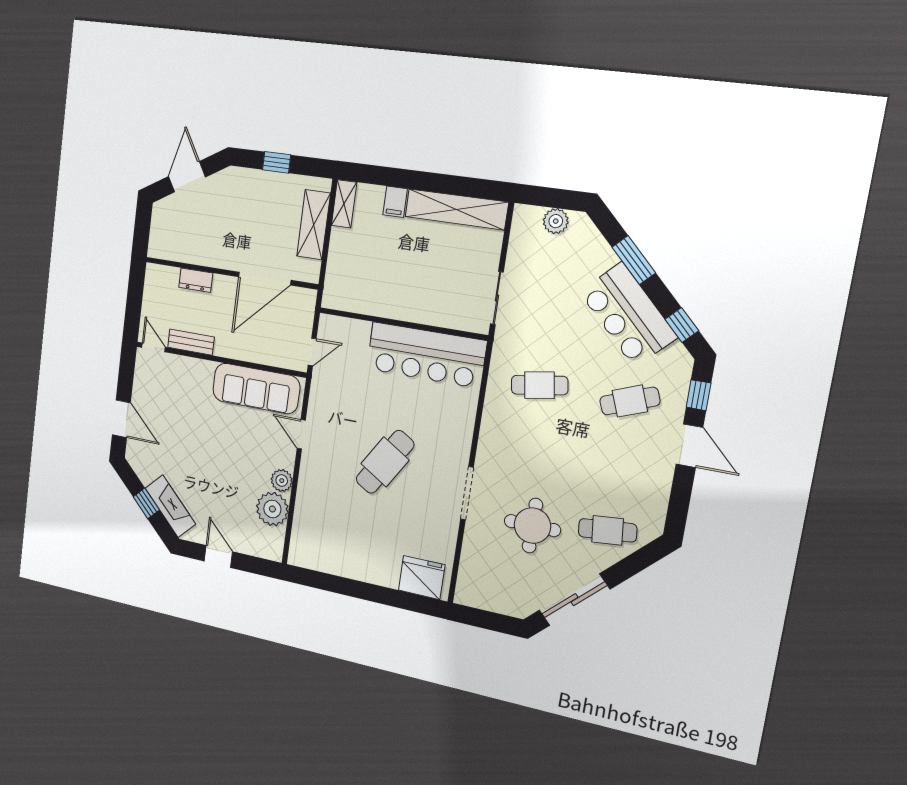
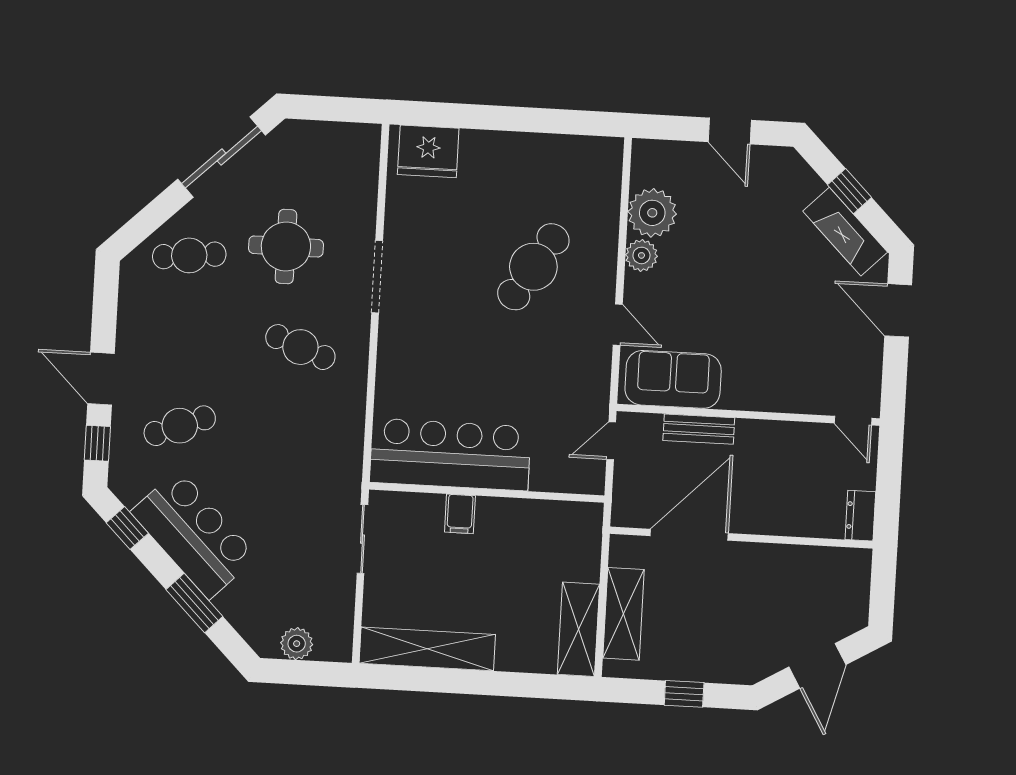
filing cabinet: (395, 202) -> (460, 514), moved, turned 180
shelving: (344, 204) -> (578, 629), width x1.50, depth x1.33
dresser: (196, 280) -> (860, 516), moved, turned -90
bench: (191, 342) -> (699, 429), moved
cafe table: (540, 385) -> (300, 347), moved, turned 30
sofa: (256, 388) -> (673, 379), width x0.73
cafe table: (385, 462) -> (533, 267), moved
fireplace: (170, 506) -> (845, 232), moved

